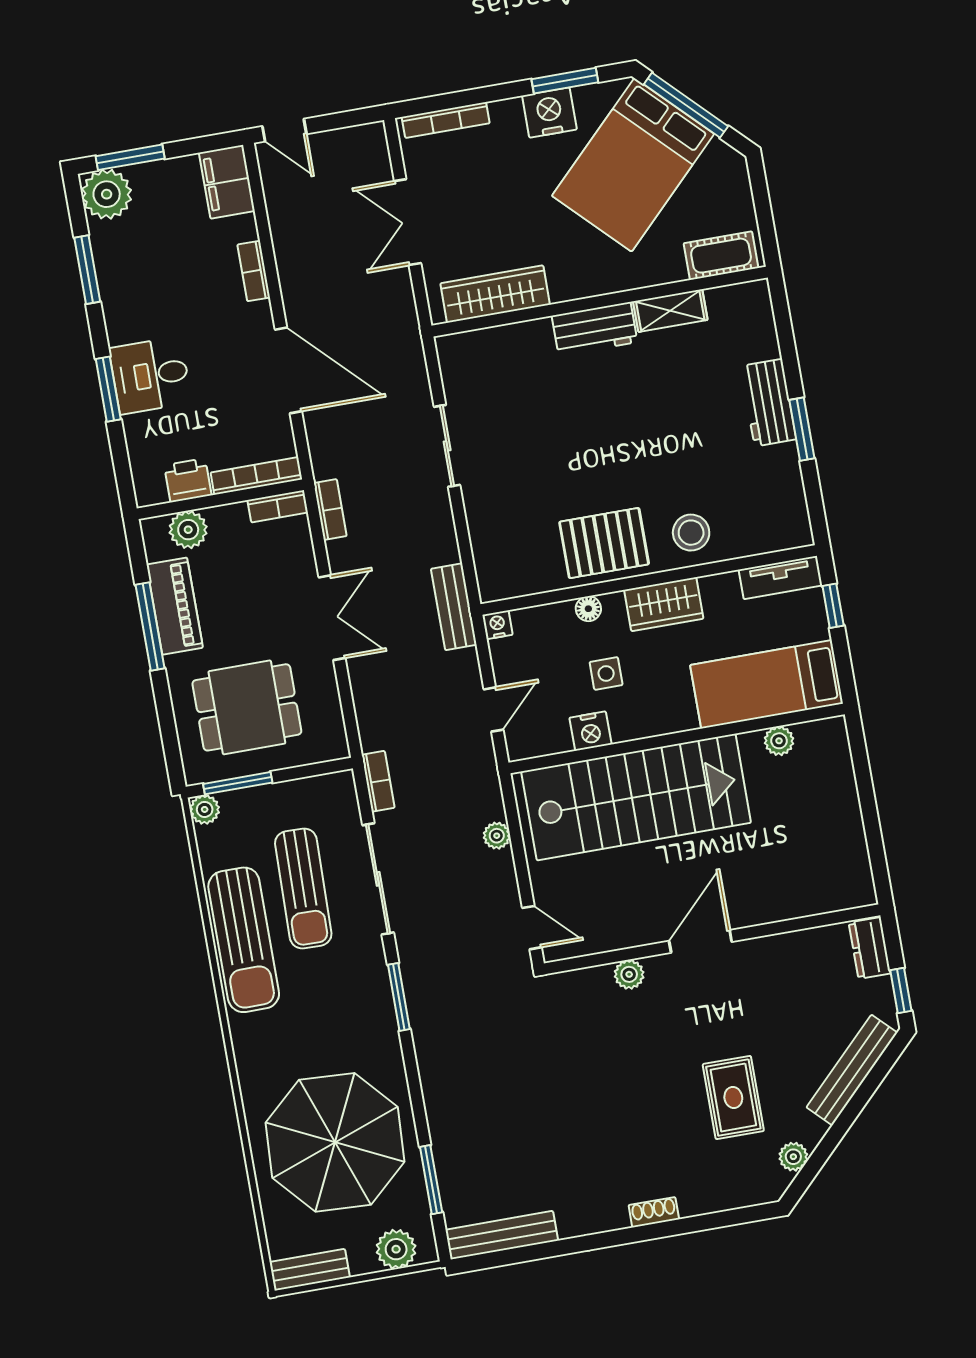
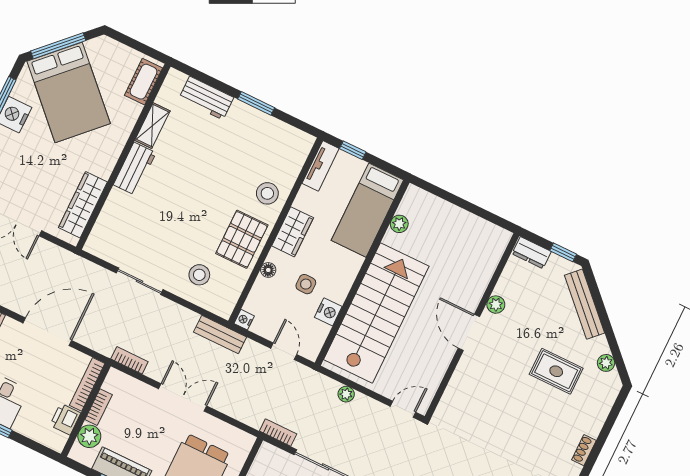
workbench: (768, 403) -> (206, 98), moved
bookcase: (278, 506) -> (99, 407), moved
stool: (514, 520) -> (199, 275), added
plant: (629, 974) -> (496, 305), moved

